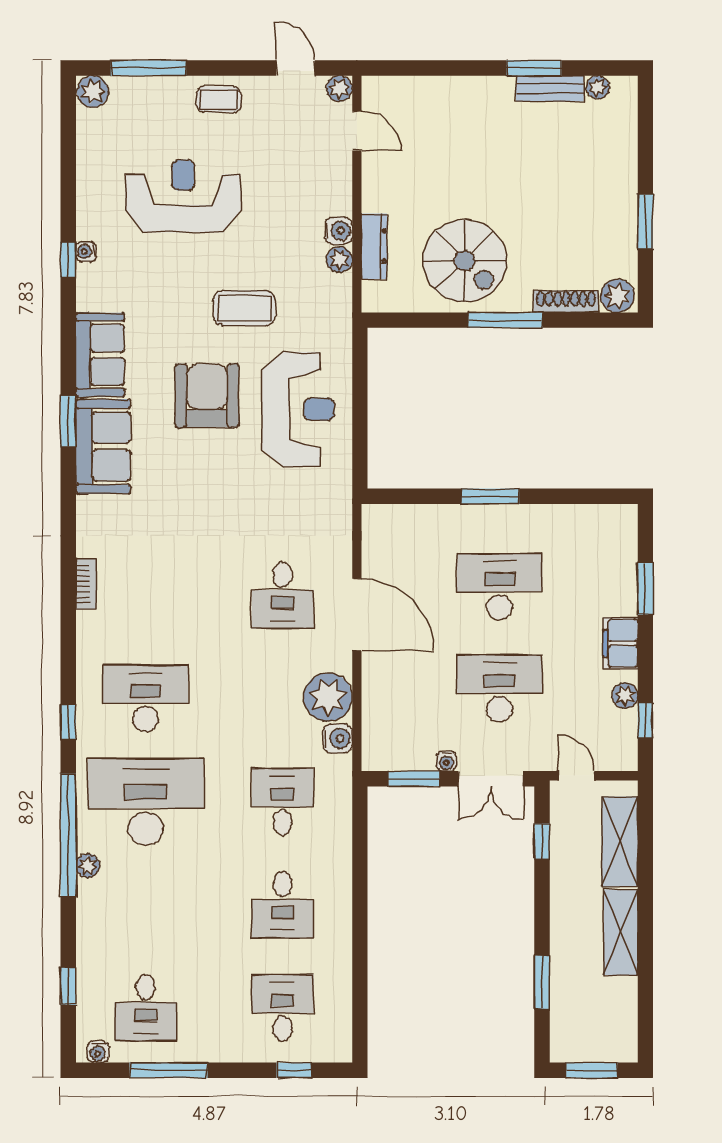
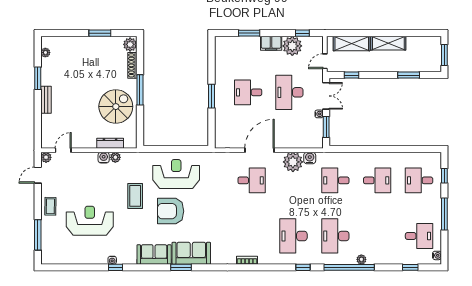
bench: (550, 88) -> (46, 100), moved
plant: (93, 91) -> (47, 257), removed
reception desk: (183, 196) -> (90, 221), turned 90
desk: (500, 587) -> (248, 92), width x0.73
plant: (625, 695) -> (292, 46), width x1.88, depth x1.88
desk: (146, 802) -> (335, 236), width x0.73, depth x0.77
window: (168, 1070) -> (444, 214), moved

